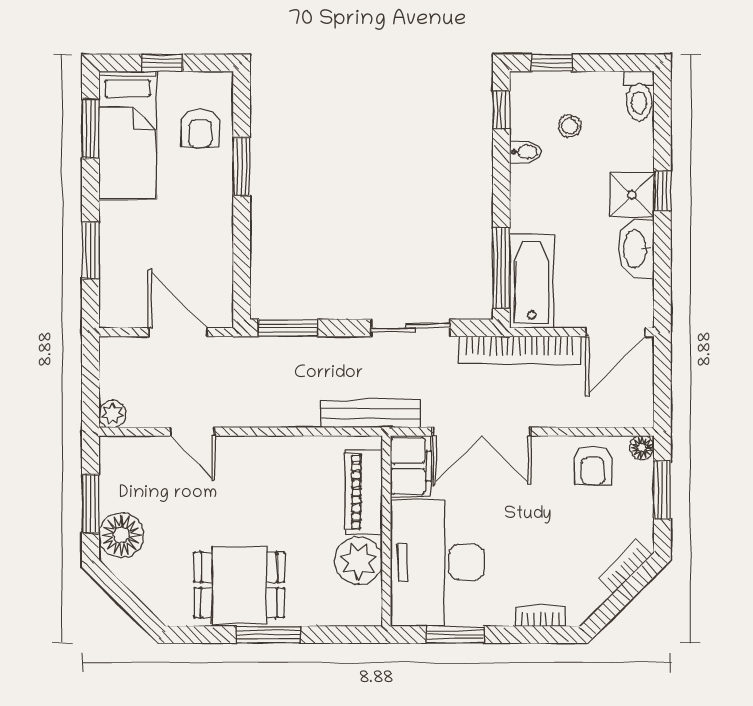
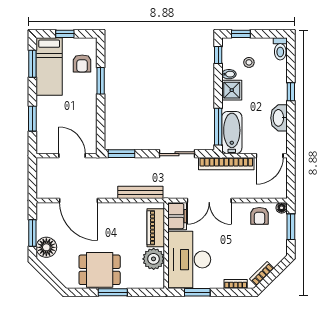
shower: (632, 195) -> (232, 90), moved
plant: (113, 414) -> (42, 192), removed
bench: (370, 414) -> (140, 192), moved
door: (192, 432) -> (78, 200), width x1.88
bookcase: (625, 566) -> (262, 274), moved

